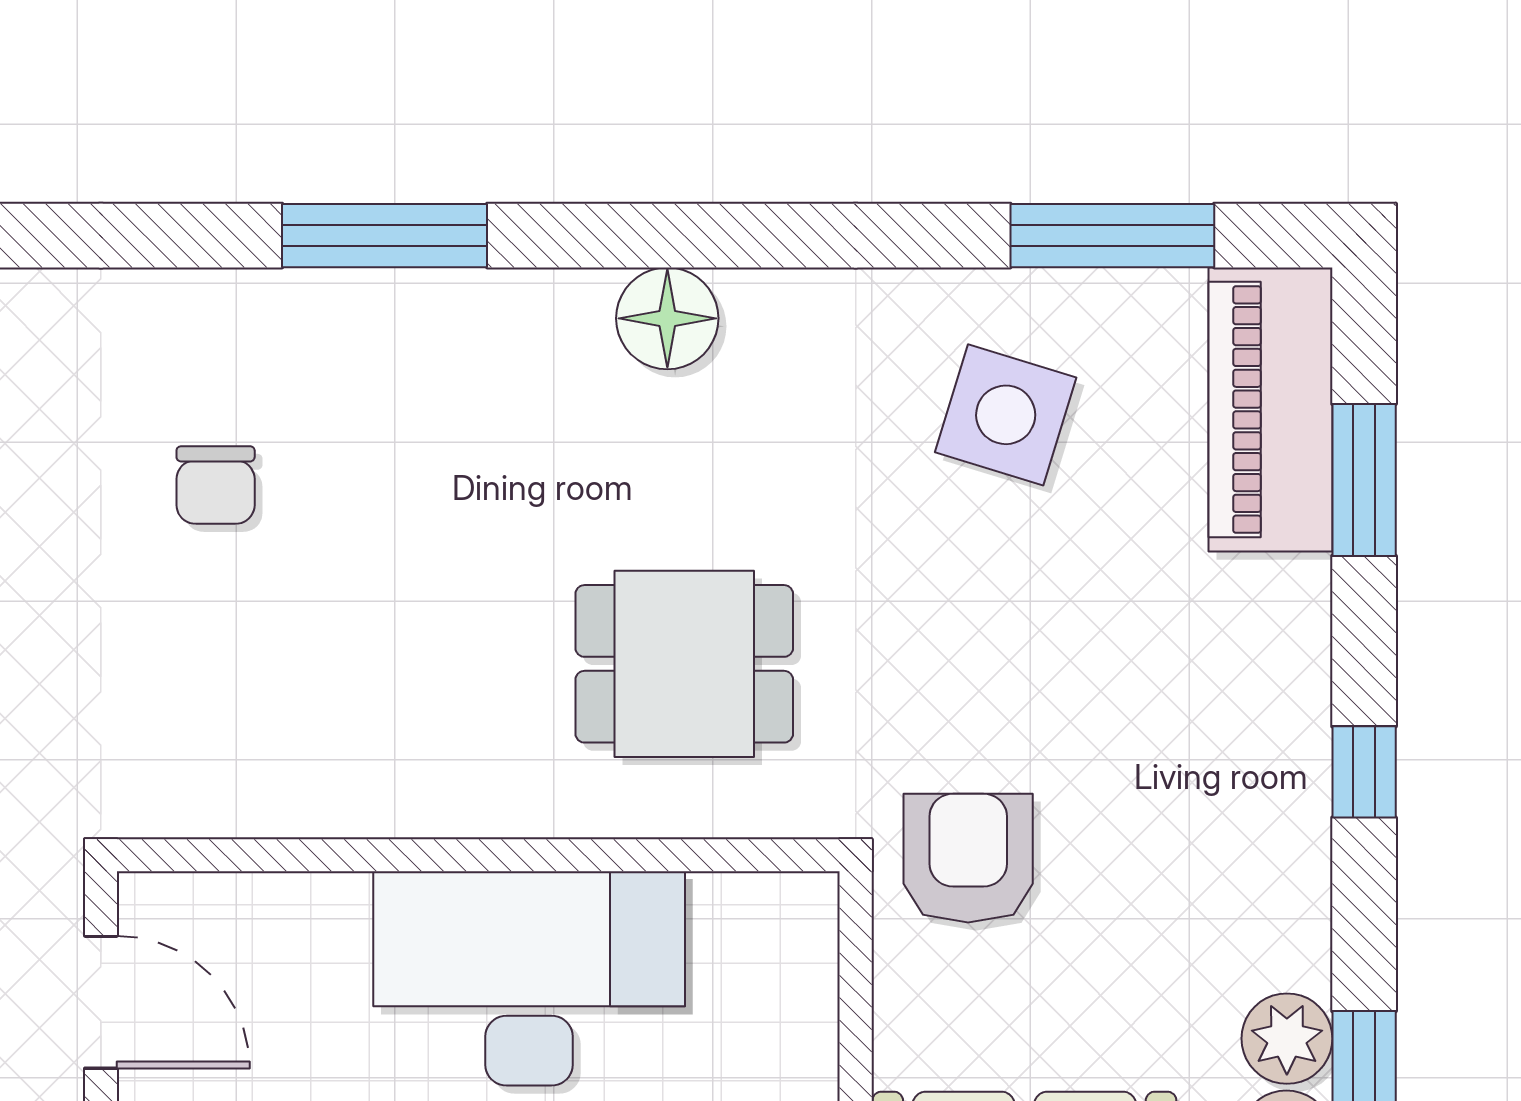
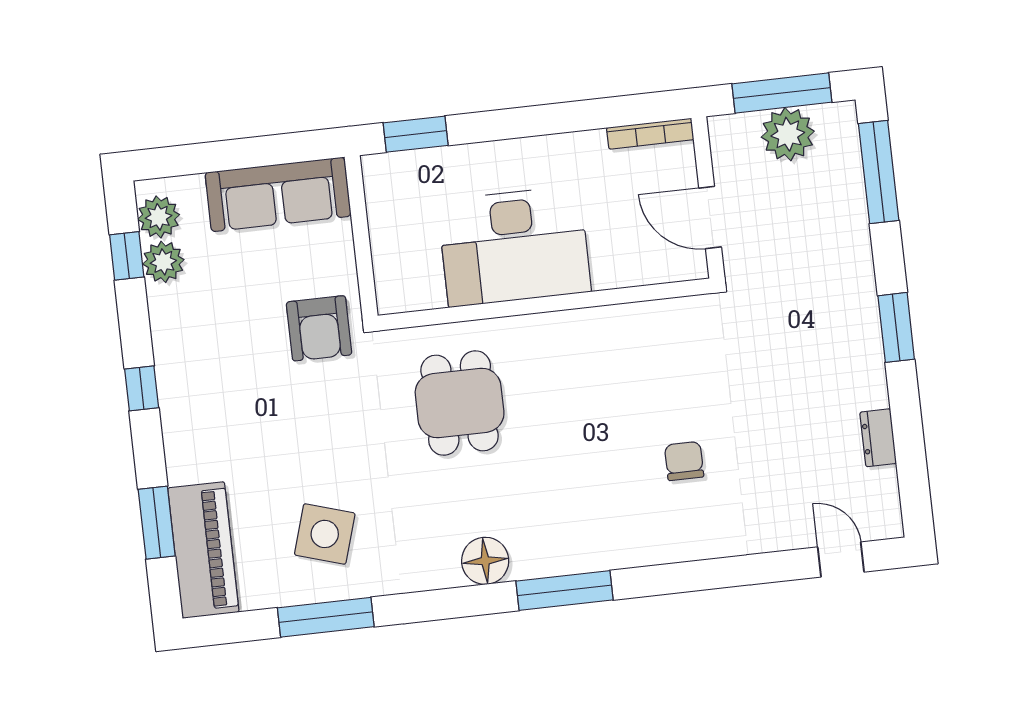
window: (385, 236) -> (564, 590), moved
window: (1112, 236) -> (326, 617), moved
dining table: (684, 664) -> (460, 403), turned 90

